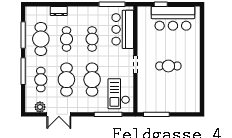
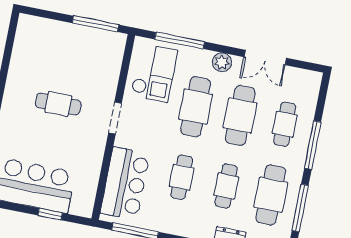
plant: (40, 107) -> (222, 62), moved
double door: (59, 114) -> (265, 57), swing flipped

